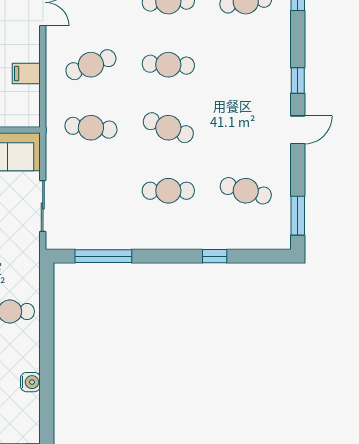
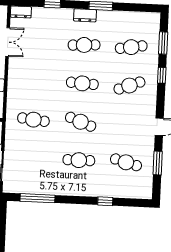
cafe table: (91, 65) -> (129, 86), moved
window: (298, 80) -> (162, 75), moved
window: (298, 216) -> (158, 163), moved

